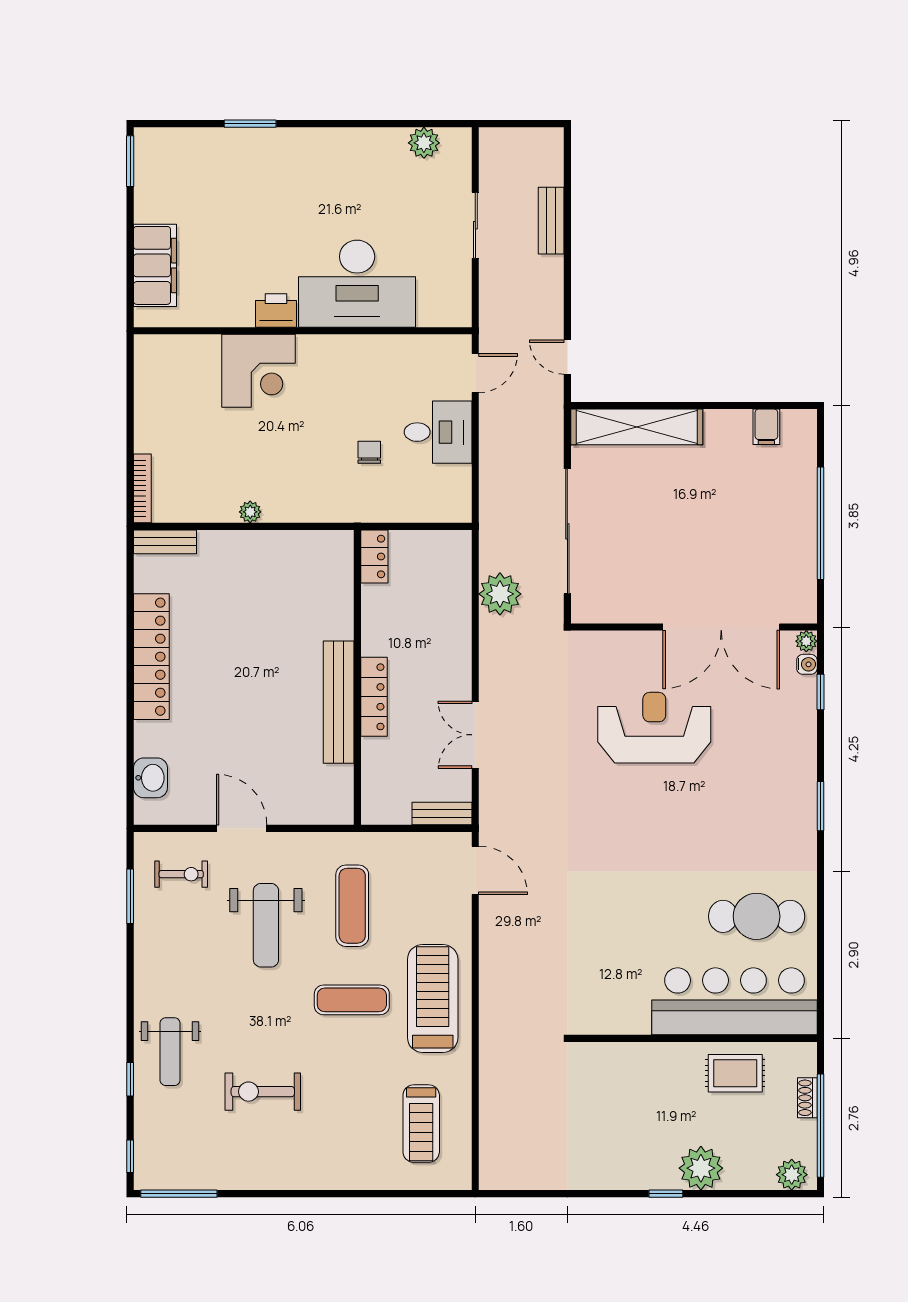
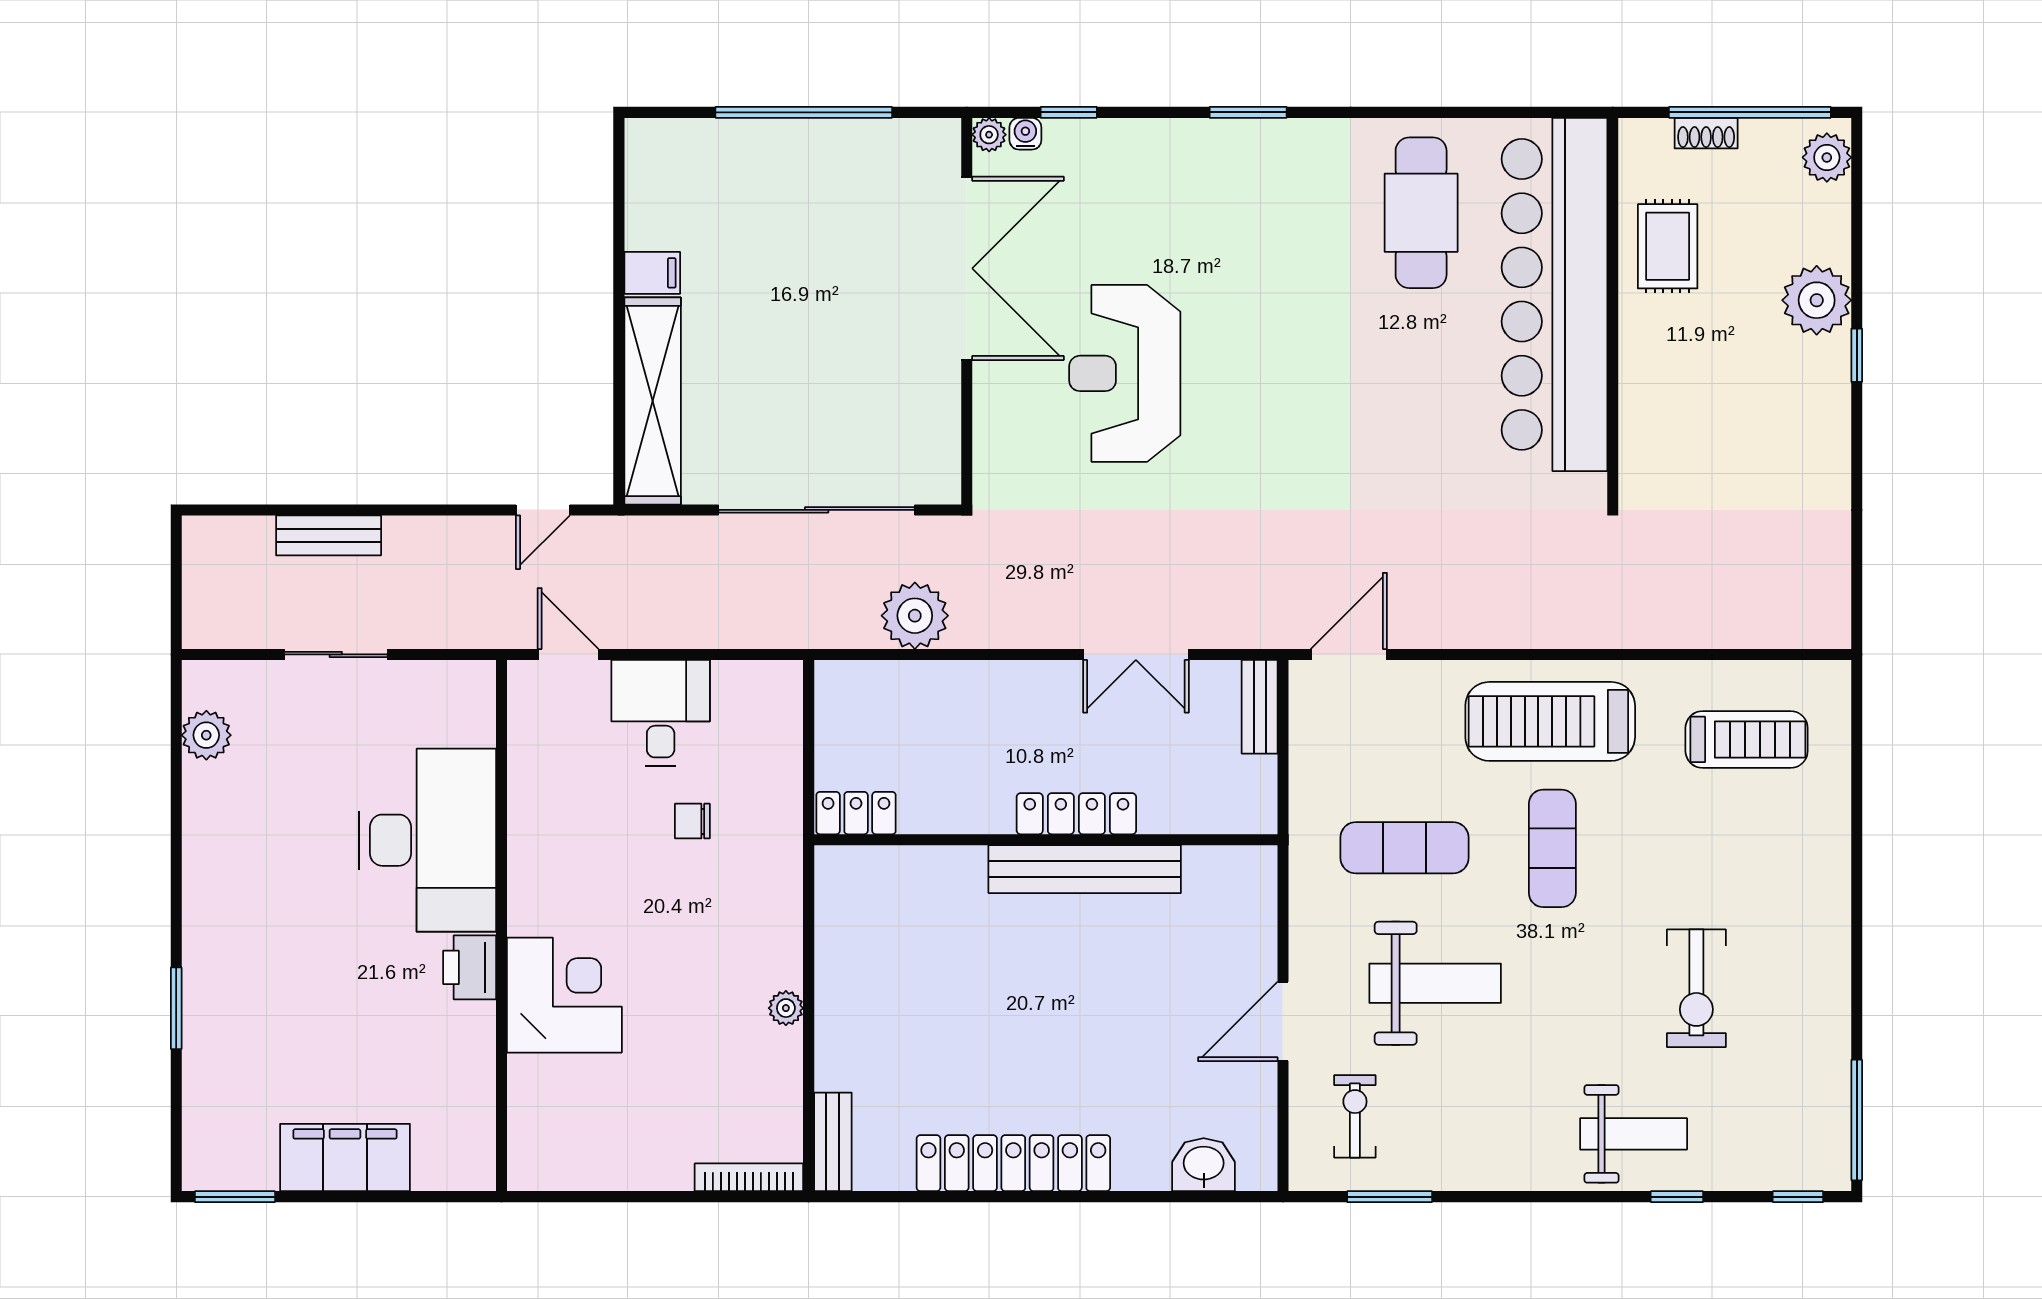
filing cabinet: (155, 265) -> (345, 1158), moved
filing cabinet: (766, 427) -> (652, 273), moved
bar counter: (734, 1001) -> (1555, 294), width x1.36

